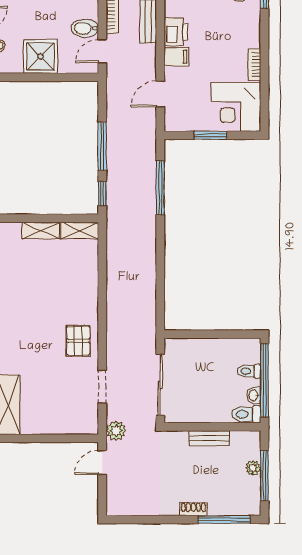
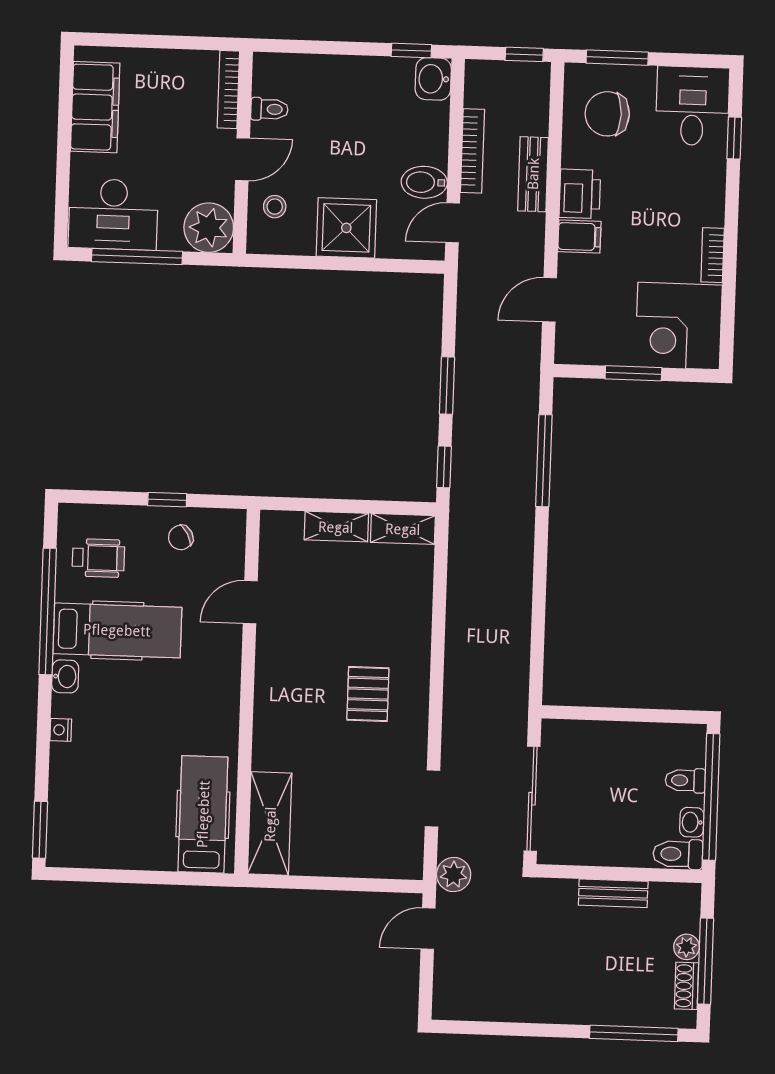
window: (102, 146) -> (447, 385), width x0.69
pallet: (78, 341) -> (368, 694), moved
shoe rack: (193, 509) -> (687, 986), moved, turned -90

